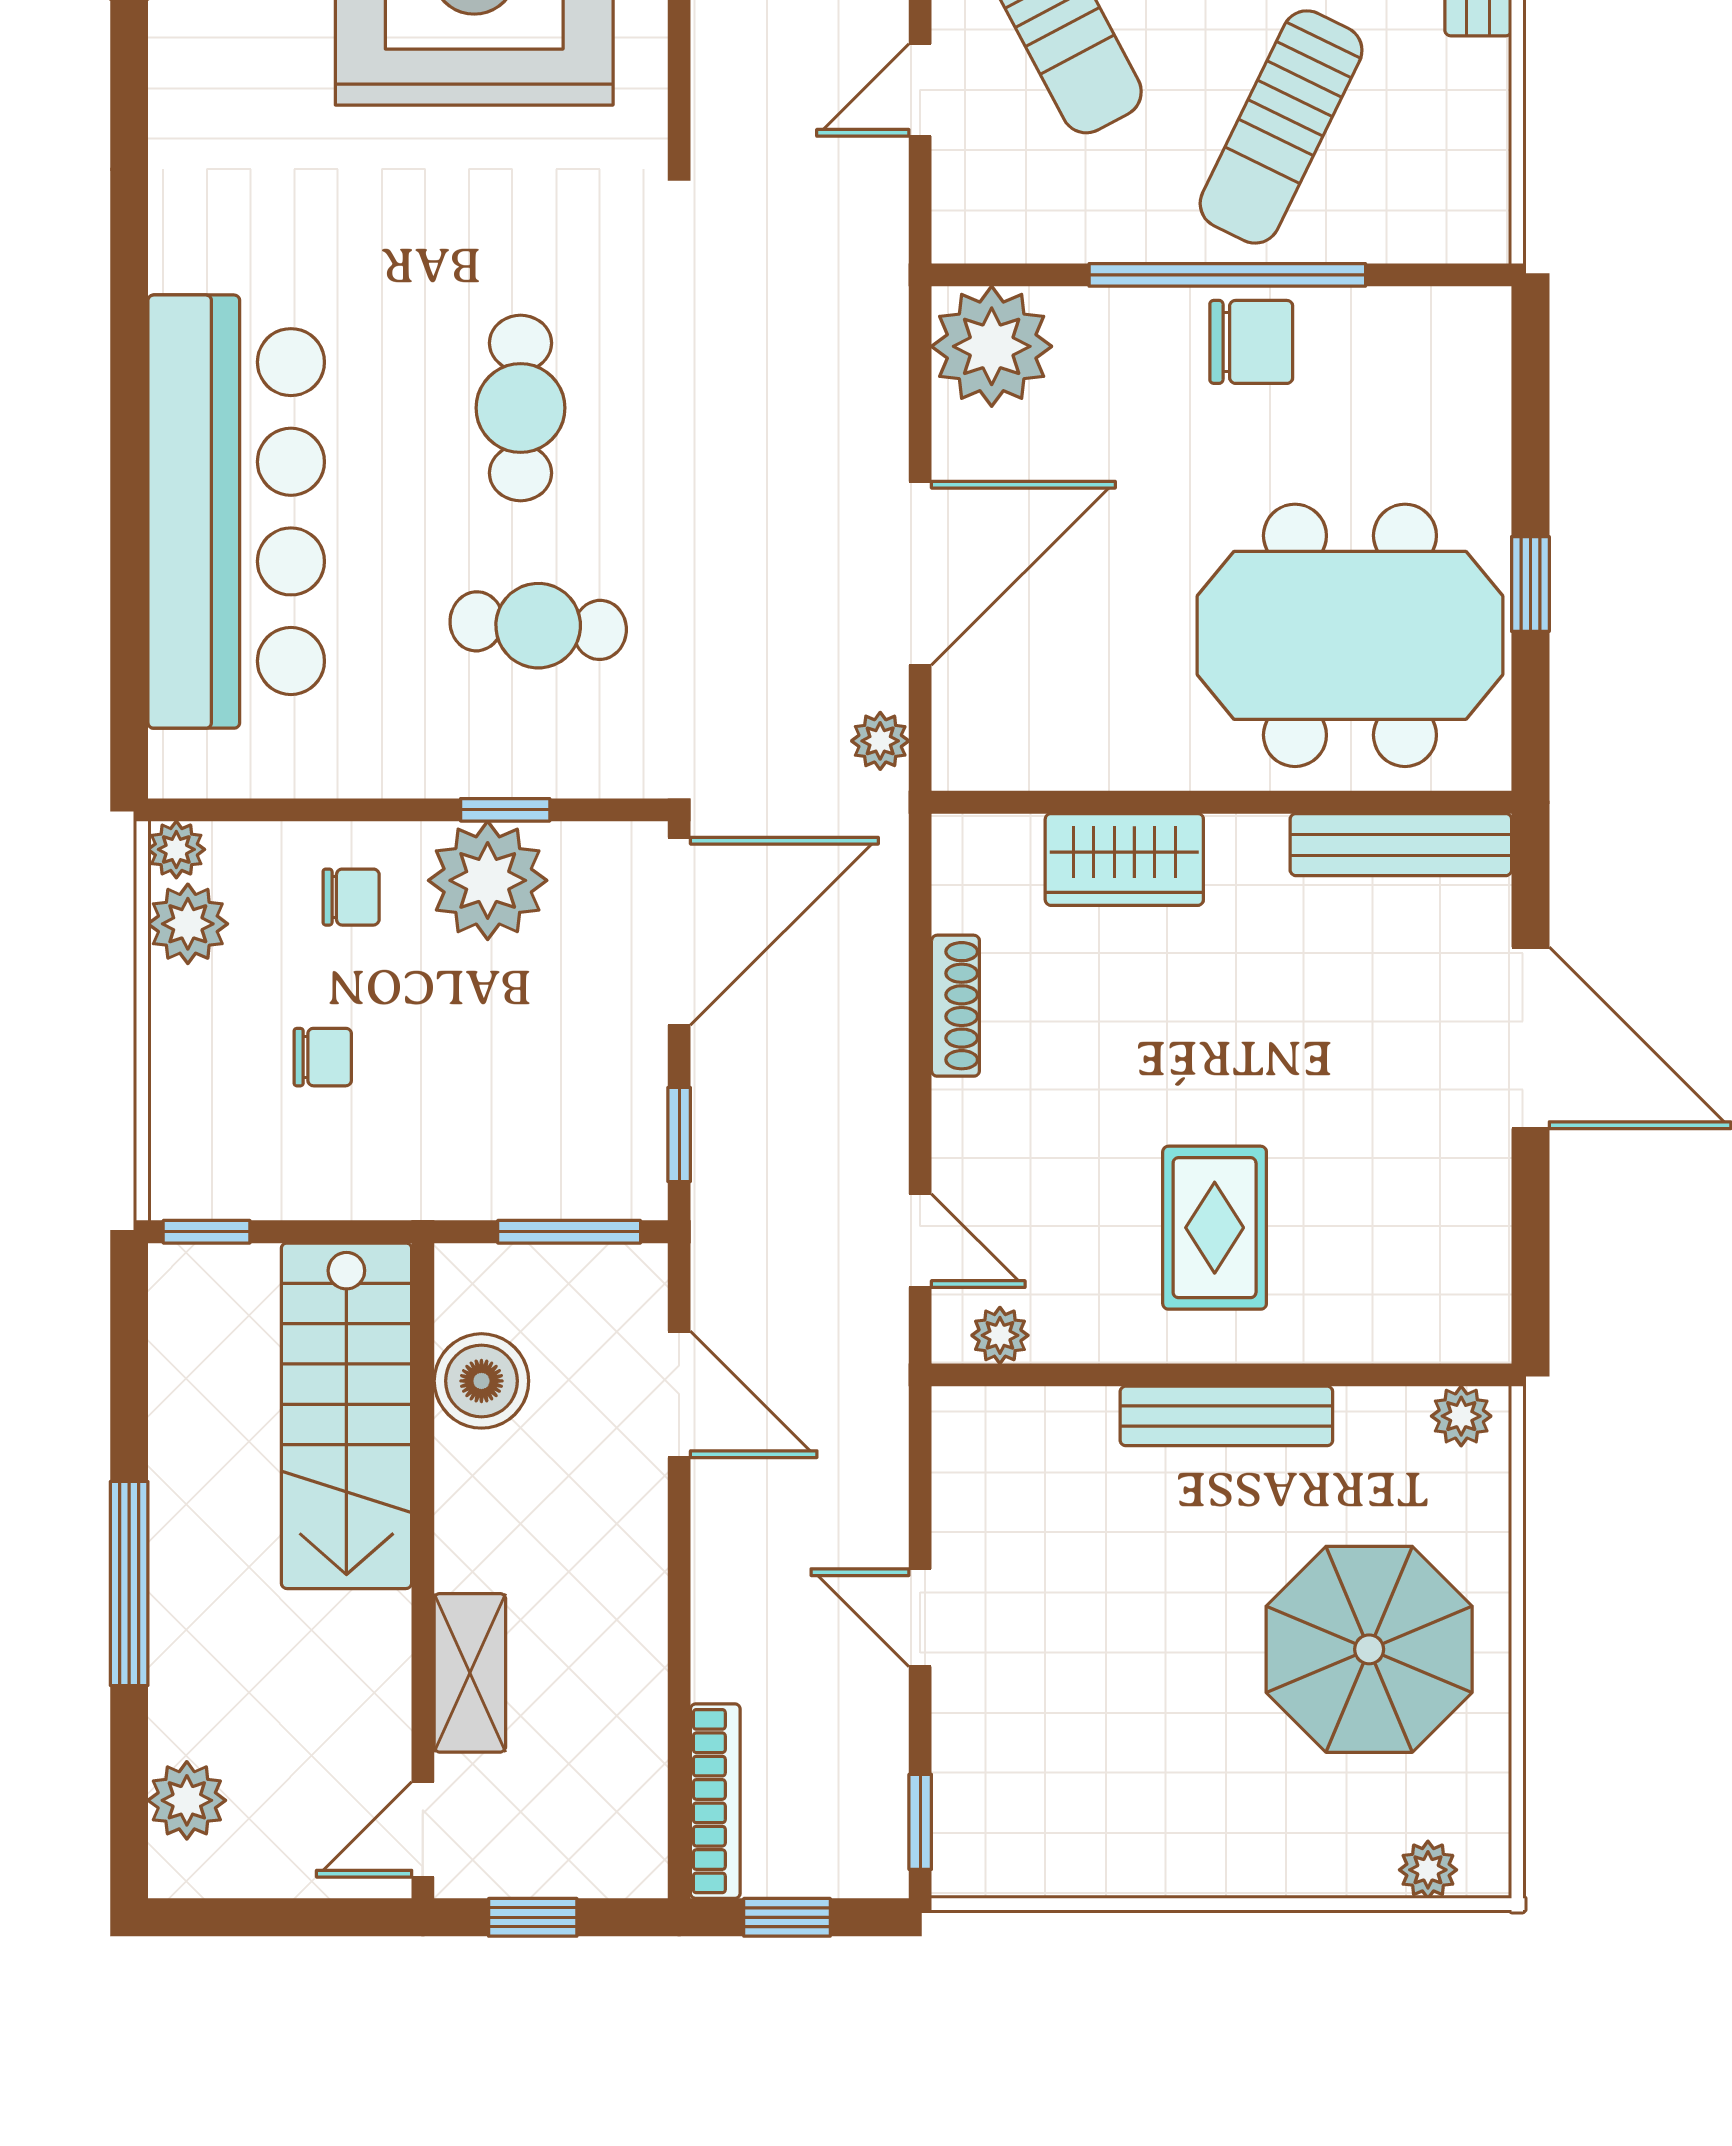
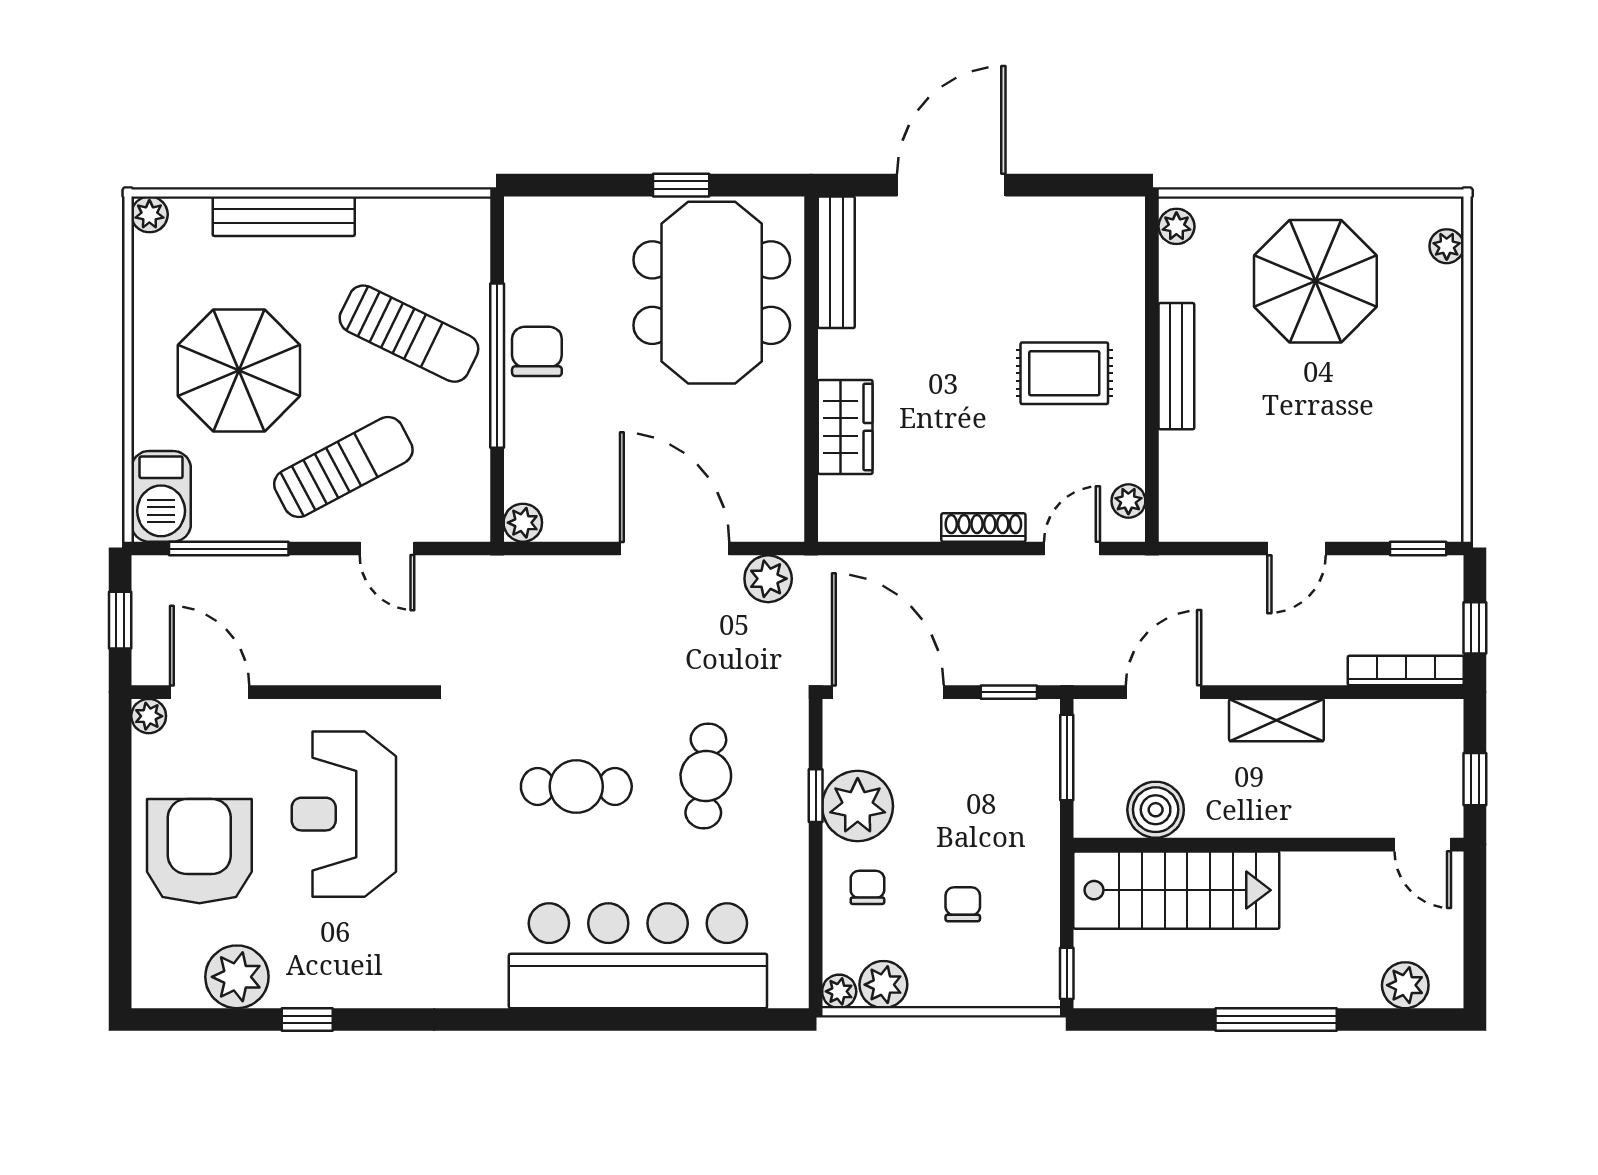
plant: (992, 346) -> (523, 523), width x0.53, depth x0.53
plant: (880, 741) -> (768, 579), width x1.38, depth x1.38
shoe rack: (955, 1006) -> (983, 528), moved
shelving: (470, 1673) -> (1276, 720), moved

